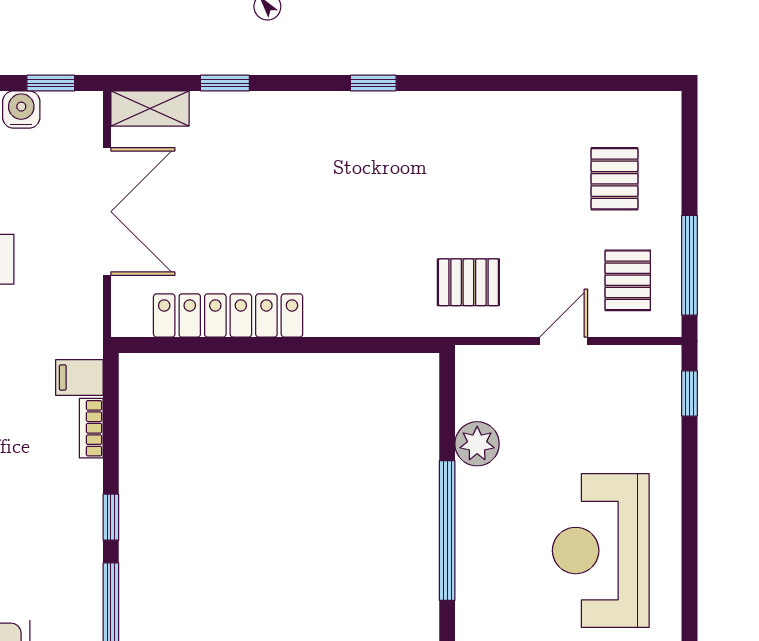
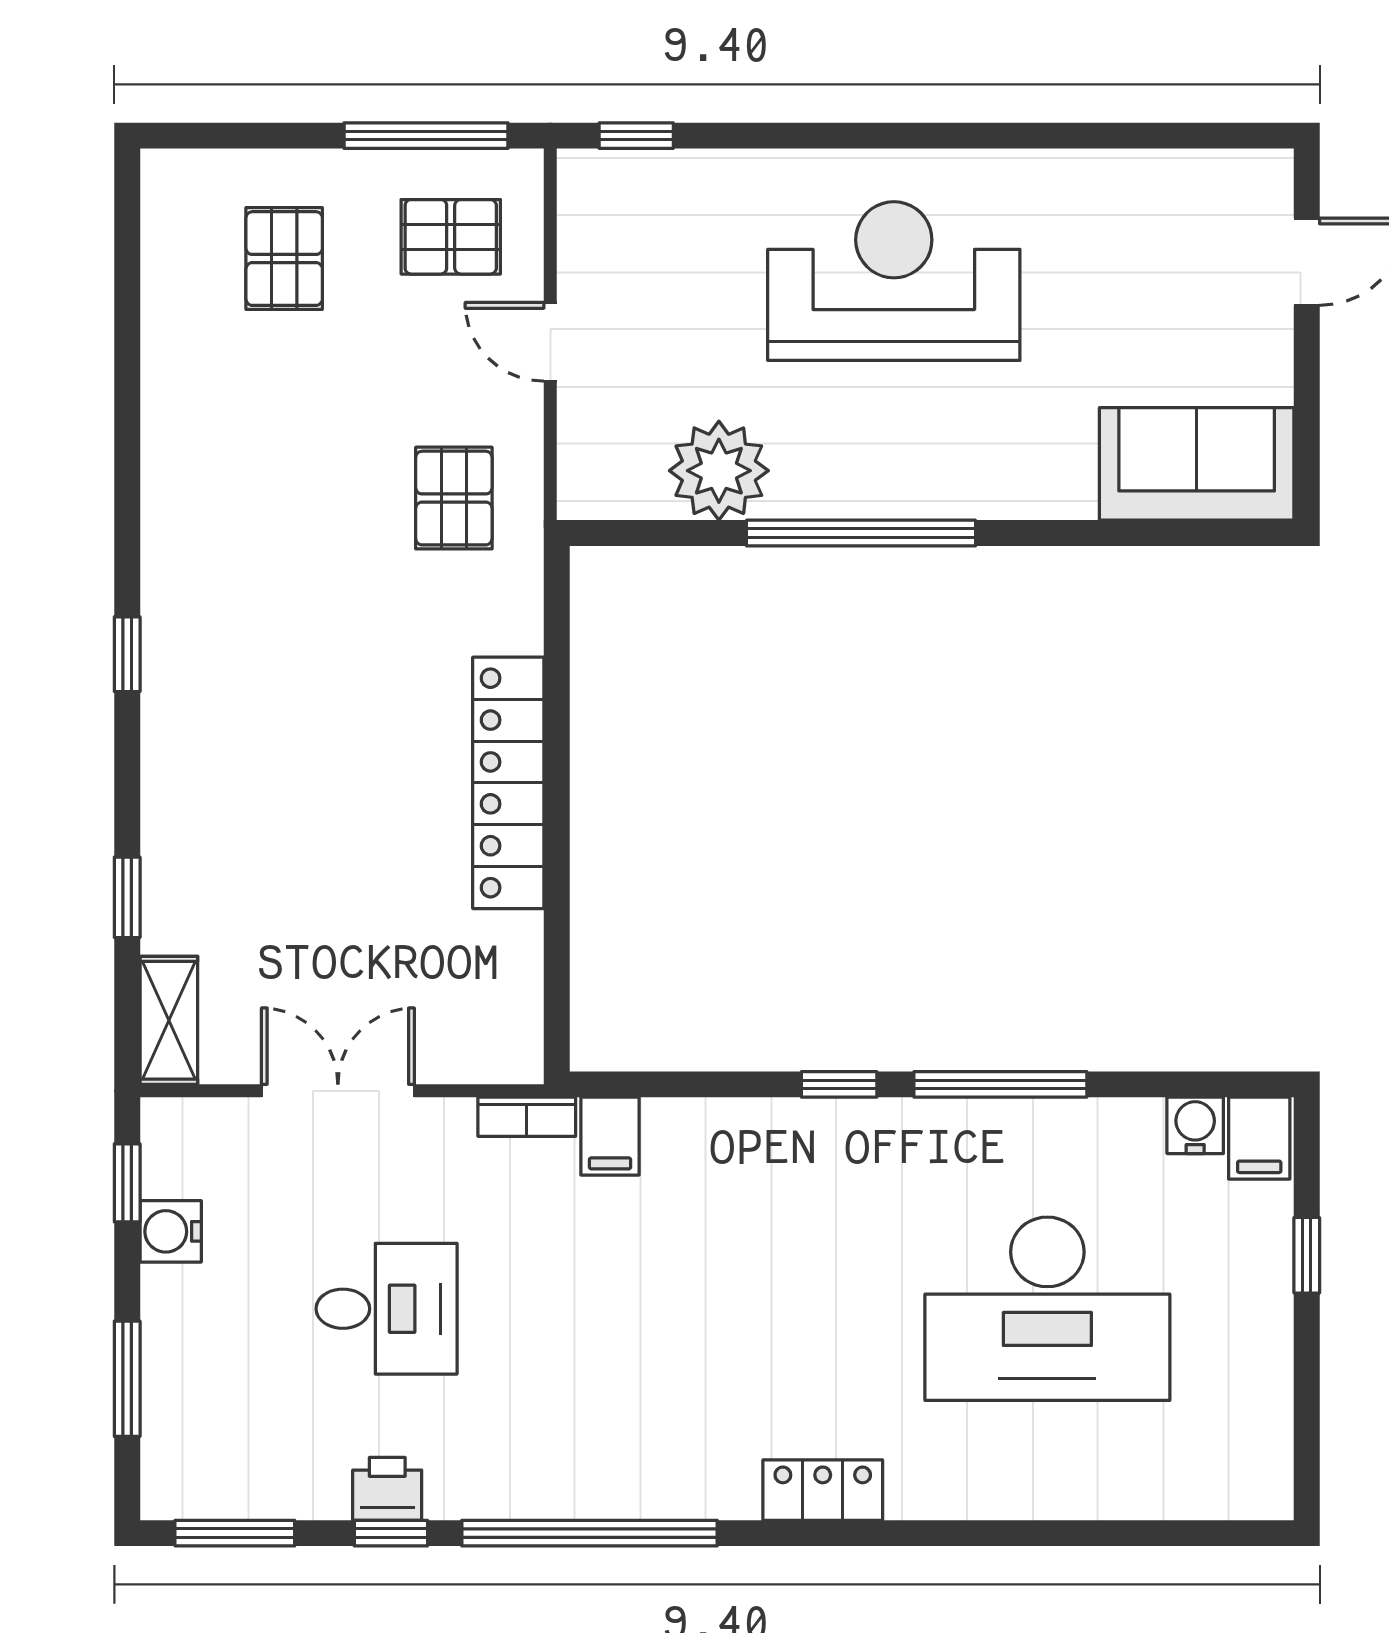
pallet: (614, 179) -> (284, 259), turned 90
double door: (107, 212) -> (338, 1091), width x0.73
locker: (228, 315) -> (508, 783), moved
bookcase: (91, 428) -> (527, 1117), moved
plant: (477, 444) -> (719, 471), width x1.36, depth x1.36
reception desk: (601, 551) -> (894, 281), turned 180

